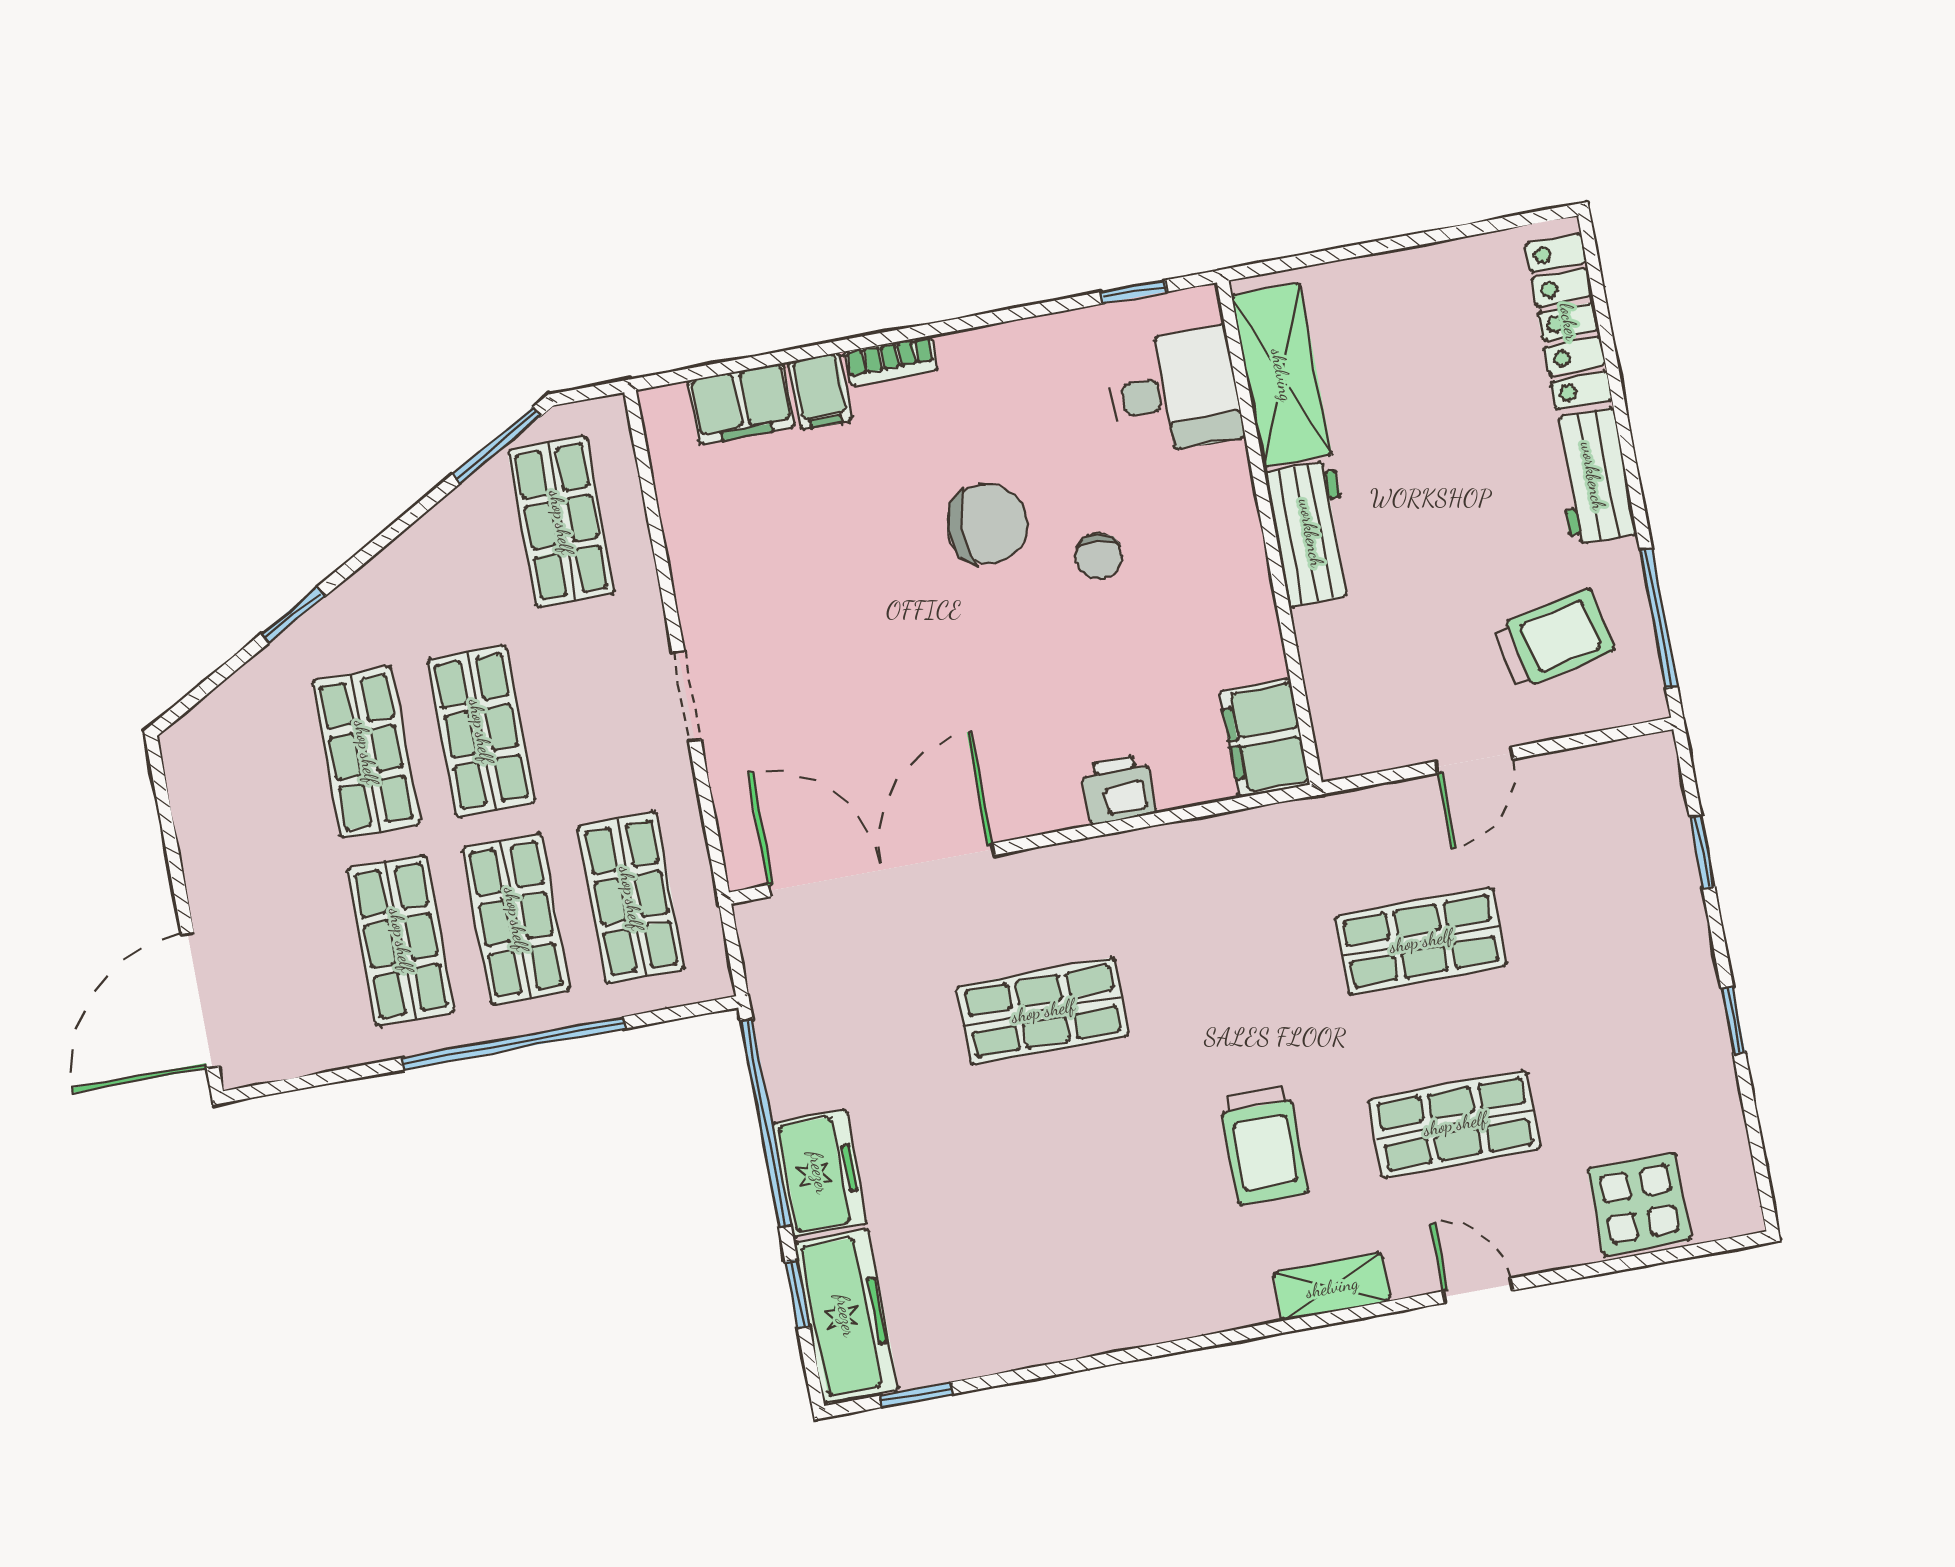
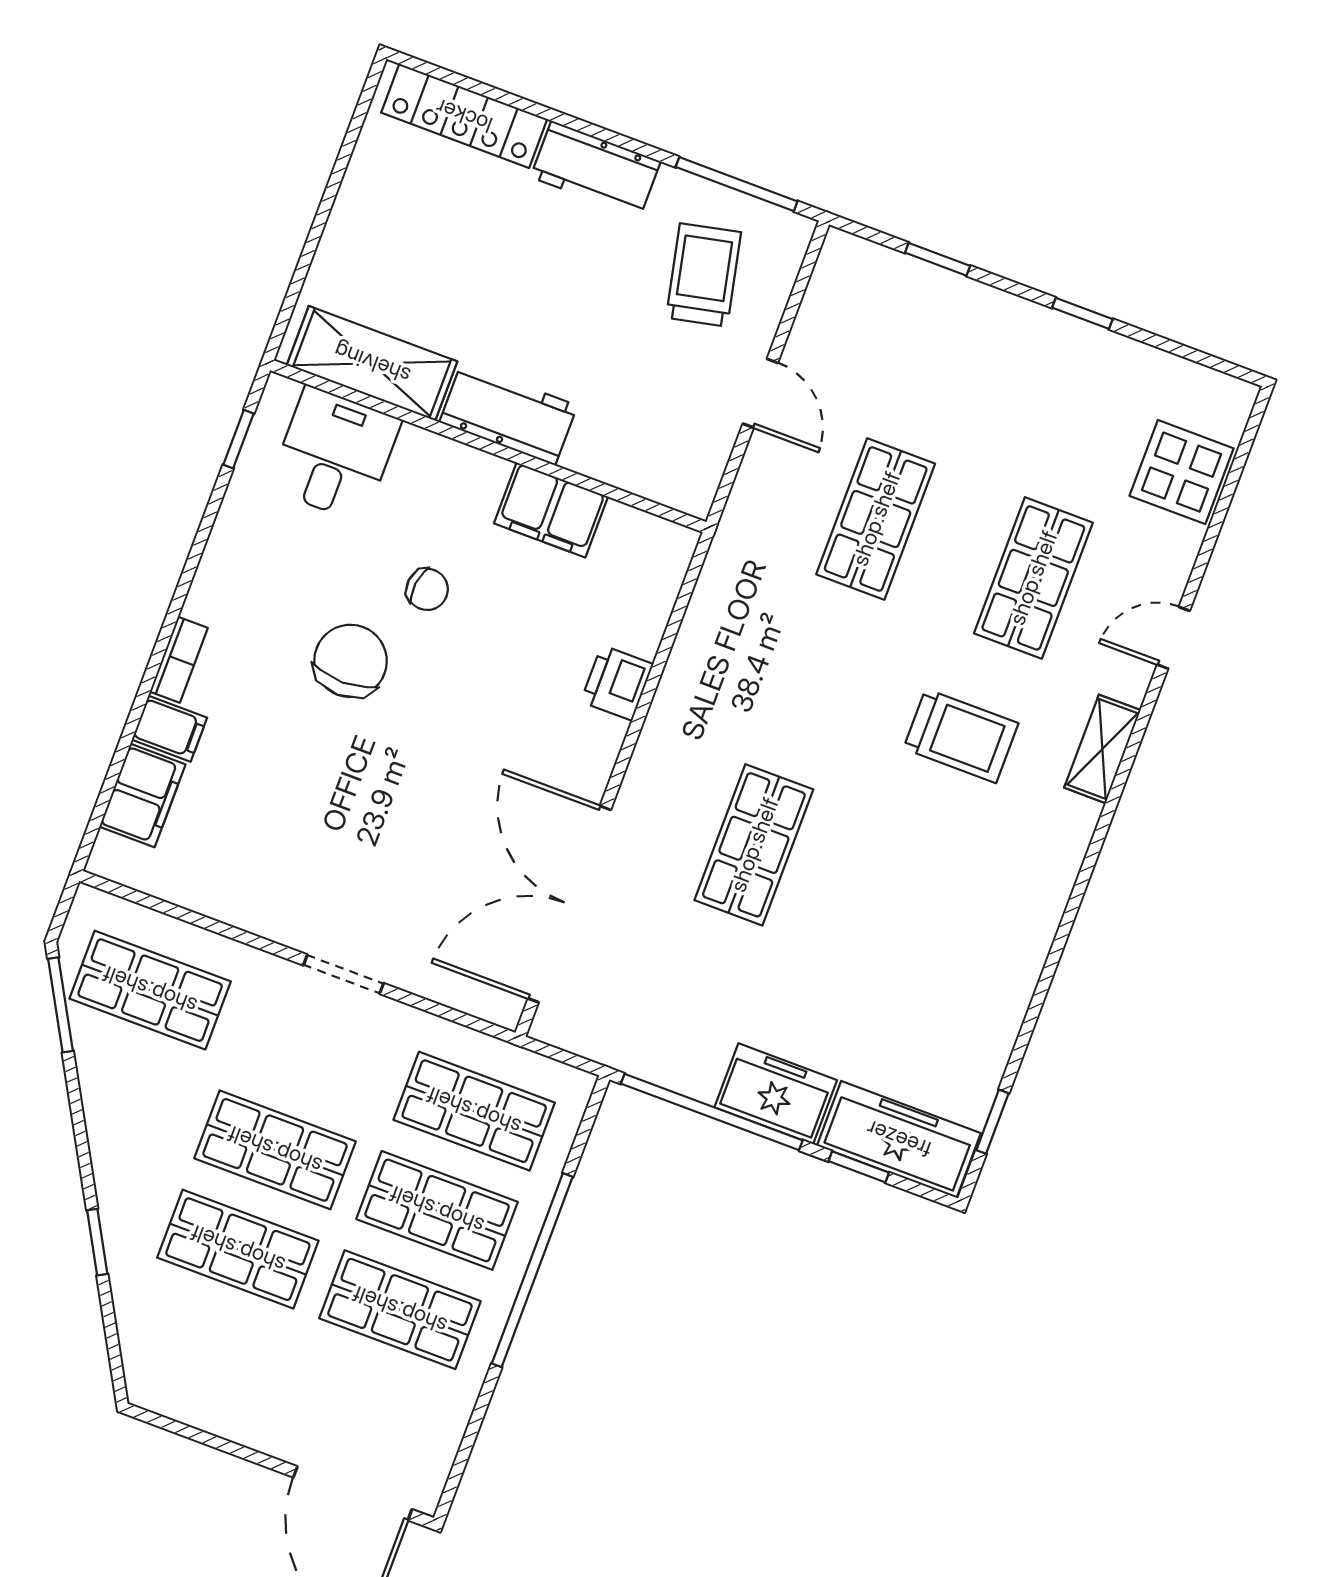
filing cabinet: (1265, 738) -> (551, 510), moved

